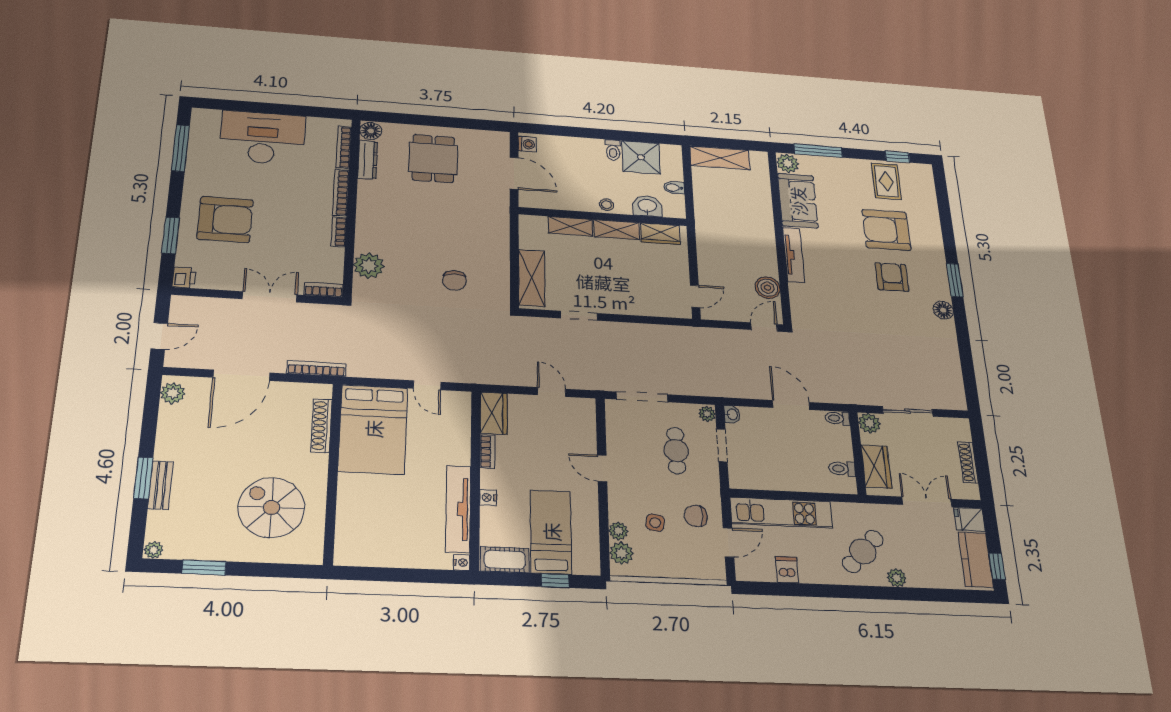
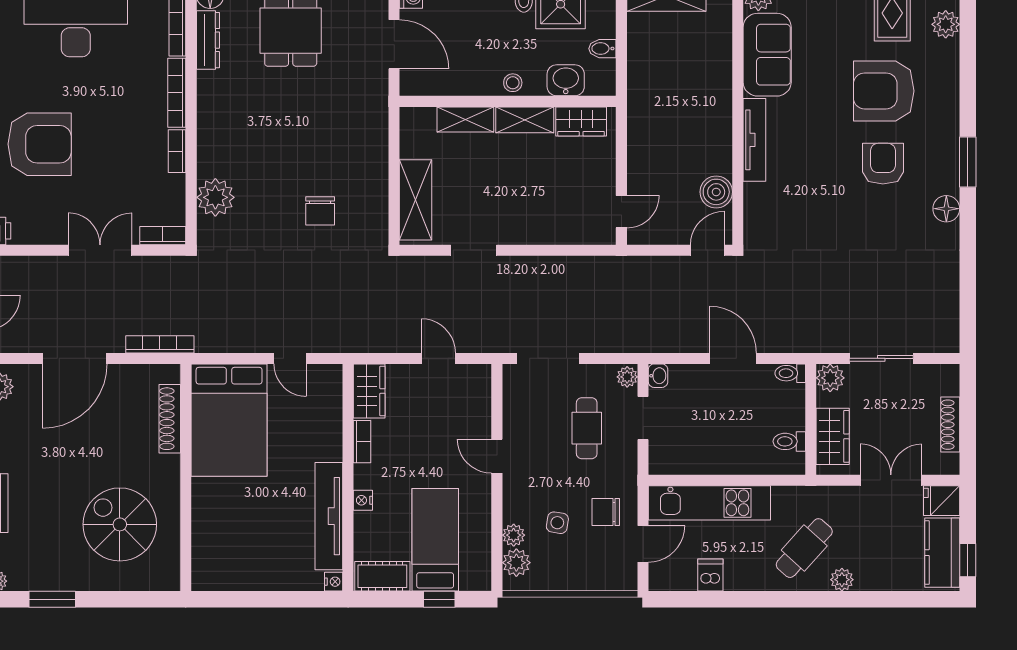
plant: (926, 191) -> (946, 24), added

